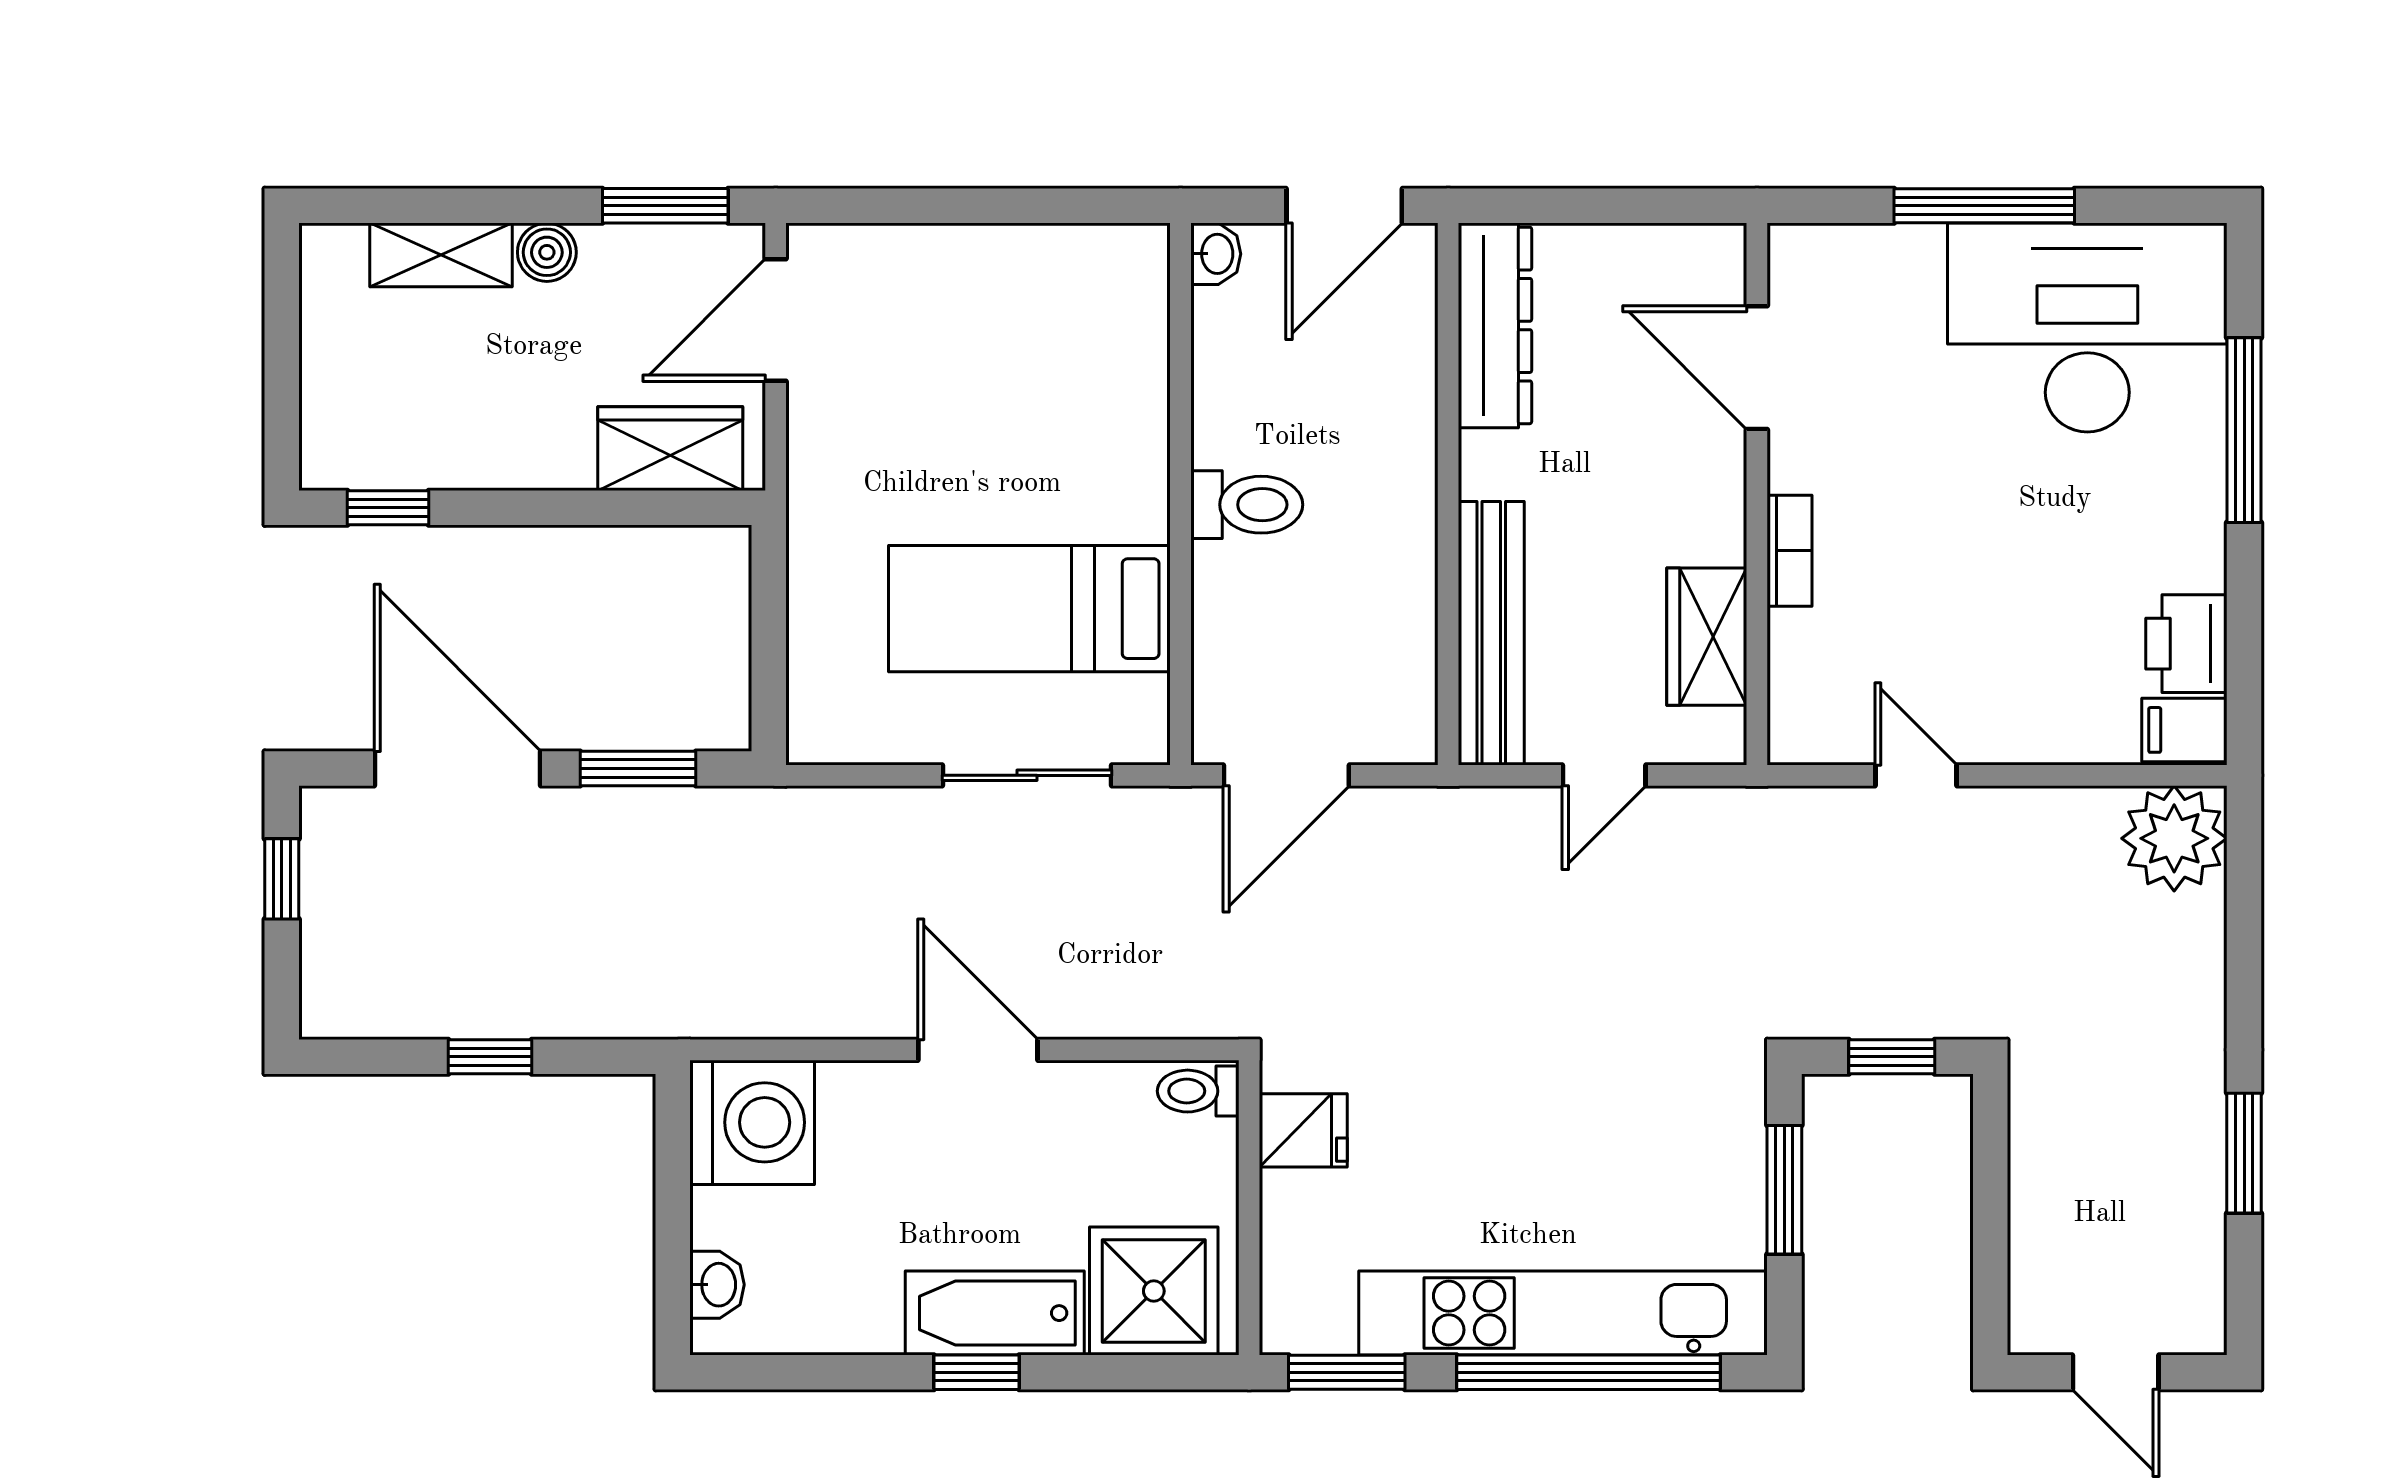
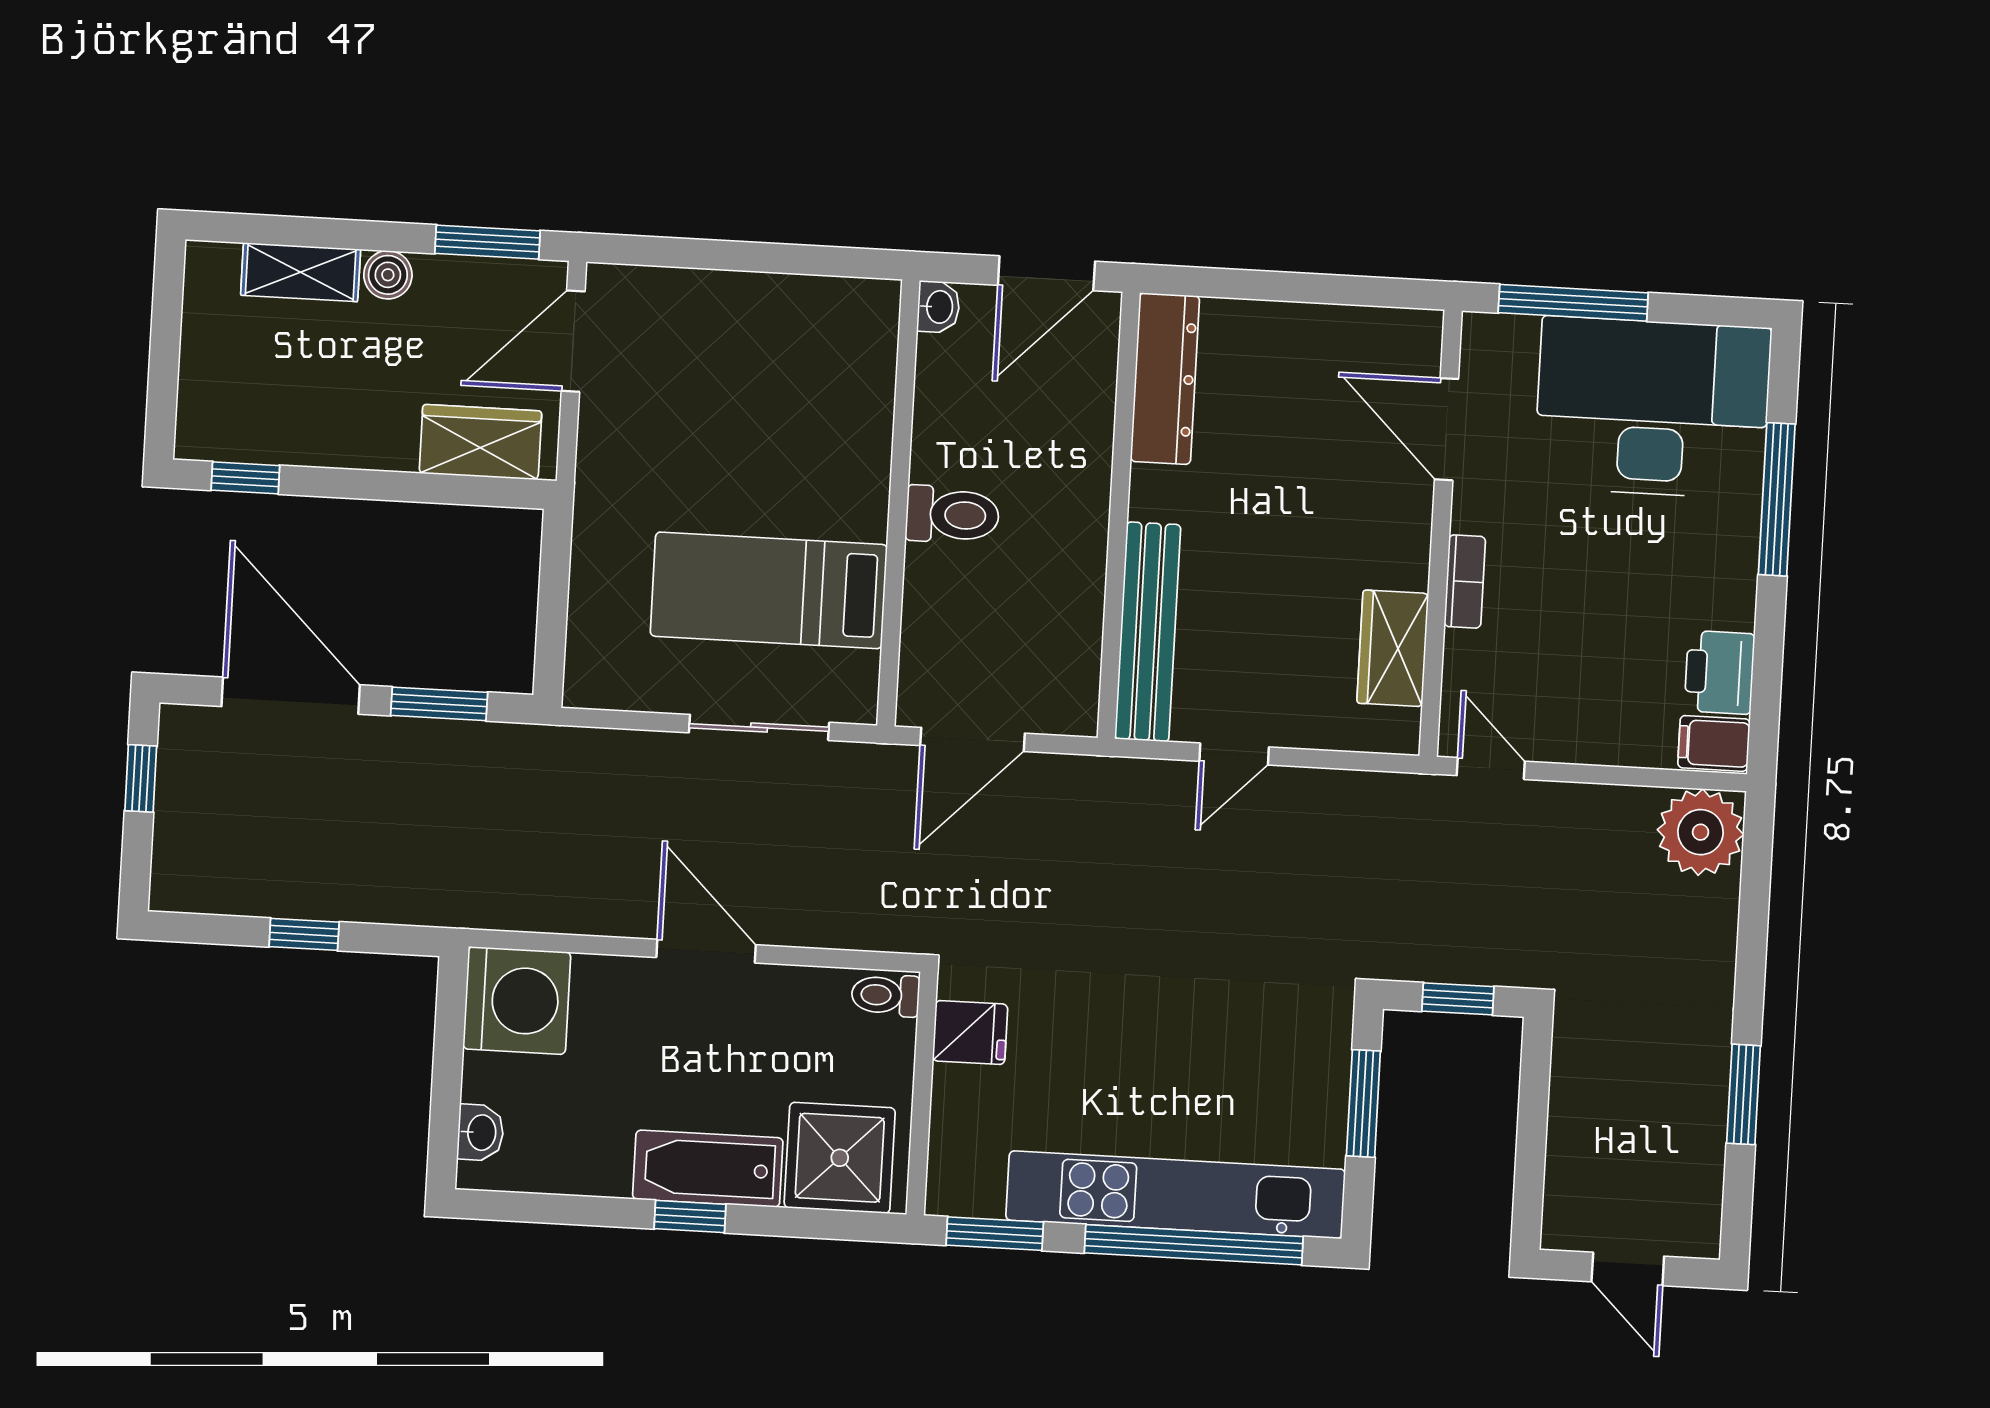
door: (1757, 368) -> (1446, 429), moved
wall: (1757, 494) -> (1441, 533), moved
bookcase: (1789, 551) -> (1465, 581), moved
wardrobe: (1707, 637) -> (1393, 648), moved

